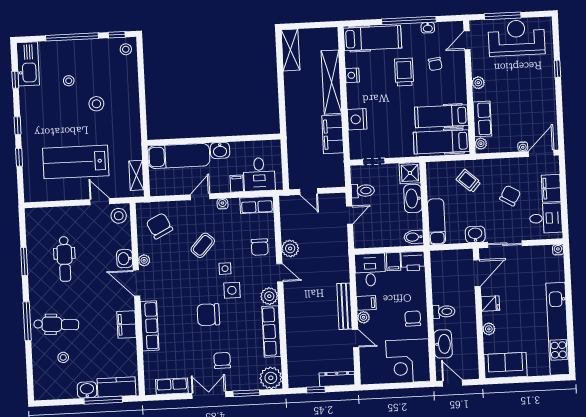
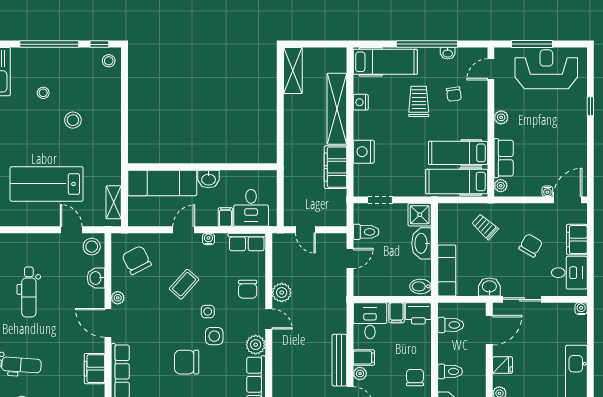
washbasin: (125, 259) -> (96, 278), moved
toilet: (442, 270) -> (451, 325), added

